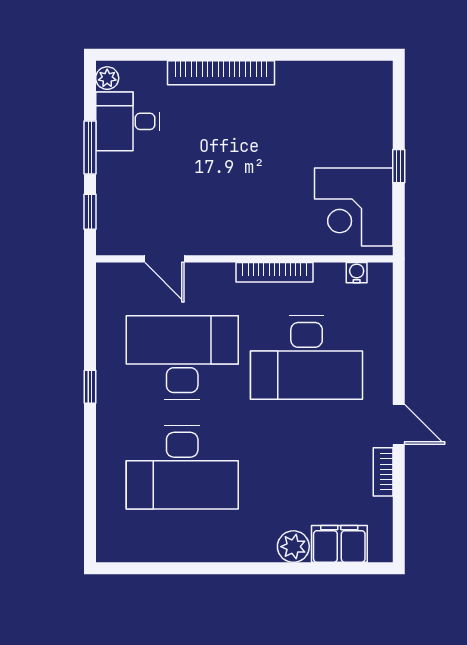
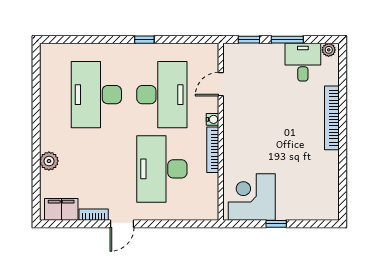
water cooler: (357, 273) -> (213, 119), moved
filing cabinet: (339, 544) -> (61, 209), moved, turned -90

